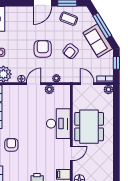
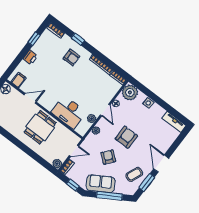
armchair: (43, 49) -> (126, 137), turned -90
desk: (58, 124) -> (69, 112), moved
dining table: (89, 127) -> (40, 127), width x0.73
door: (71, 153) -> (30, 98), swing flipped

